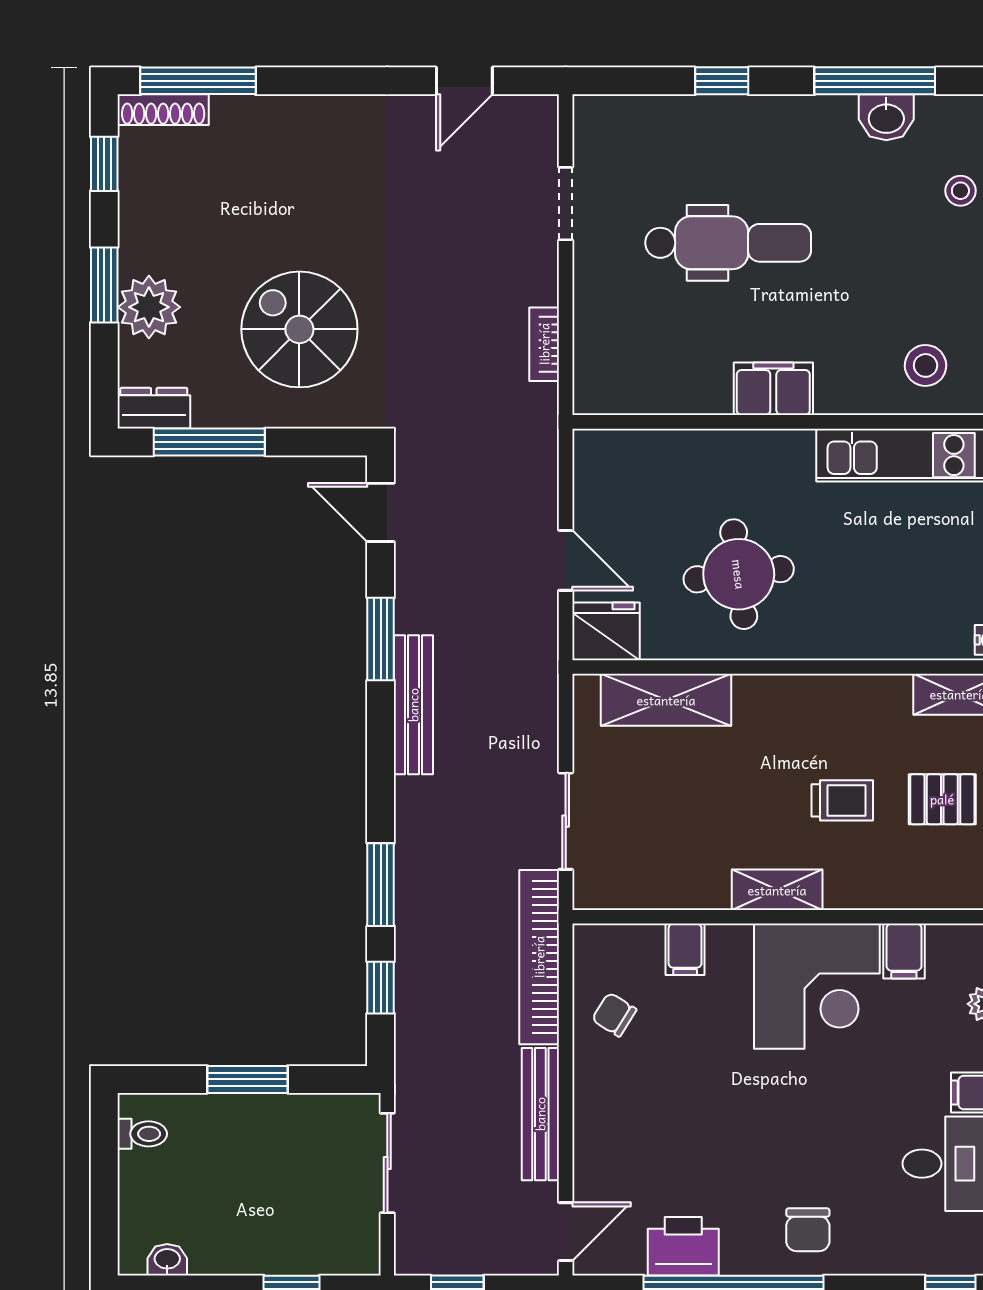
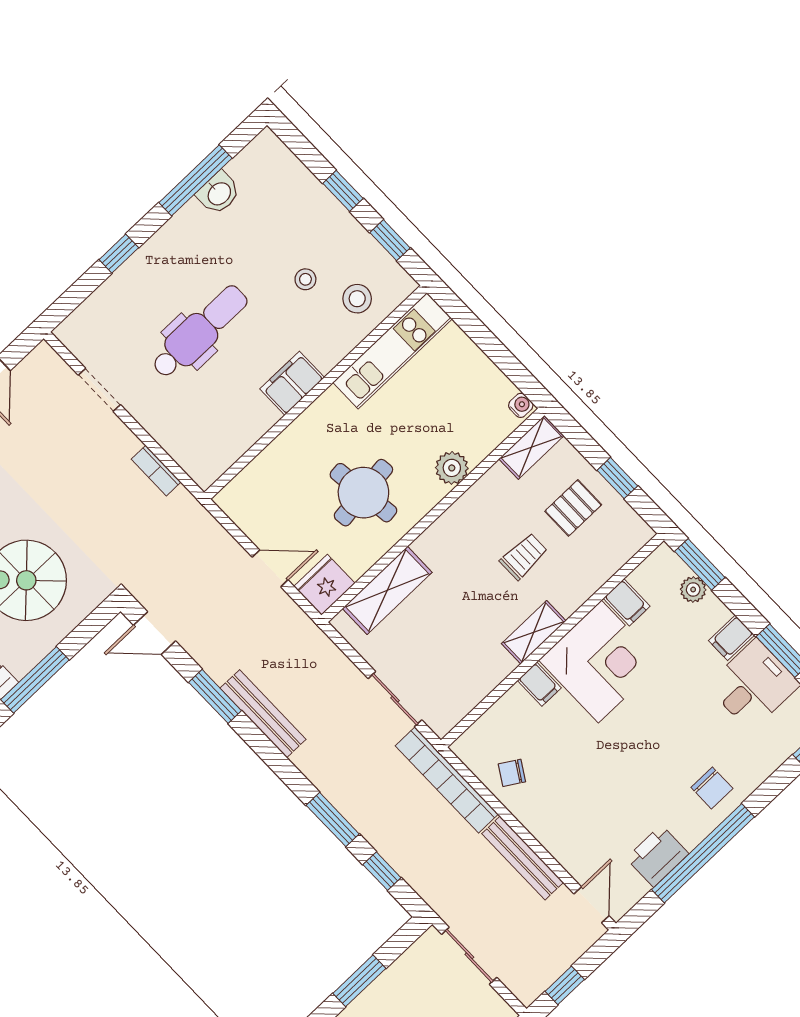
stool: (960, 191) -> (305, 279), moved
plant: (855, 636) -> (452, 468), added
filing cabinet: (685, 949) -> (539, 684), moved

